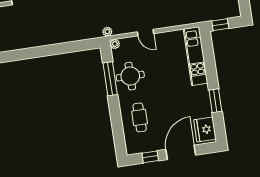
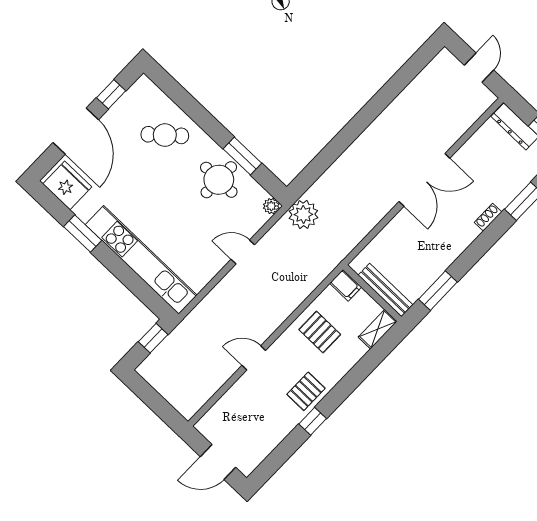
plant: (107, 32) -> (303, 214), width x1.88, depth x1.88
kitchen unit: (196, 56) -> (141, 260), width x1.36
window: (110, 79) -> (242, 156), width x0.69
cafe table: (140, 117) -> (165, 135), turned -41

